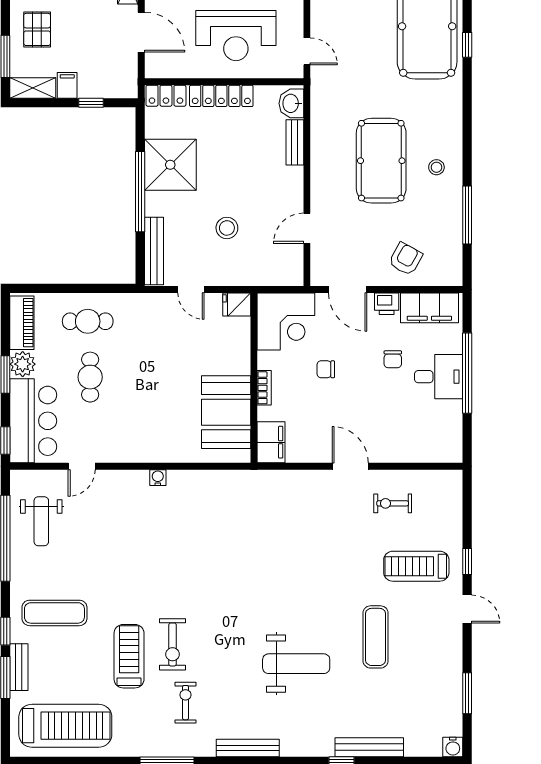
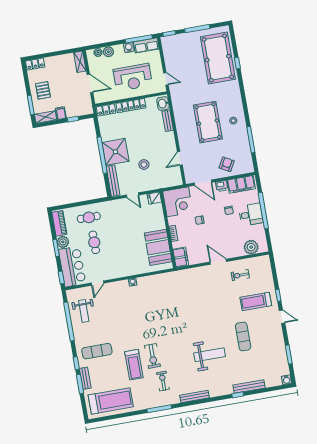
shower: (170, 165) -> (115, 152), moved
plant: (427, 447) -> (251, 247), added
treadmill: (129, 656) -> (134, 365), turned 180

